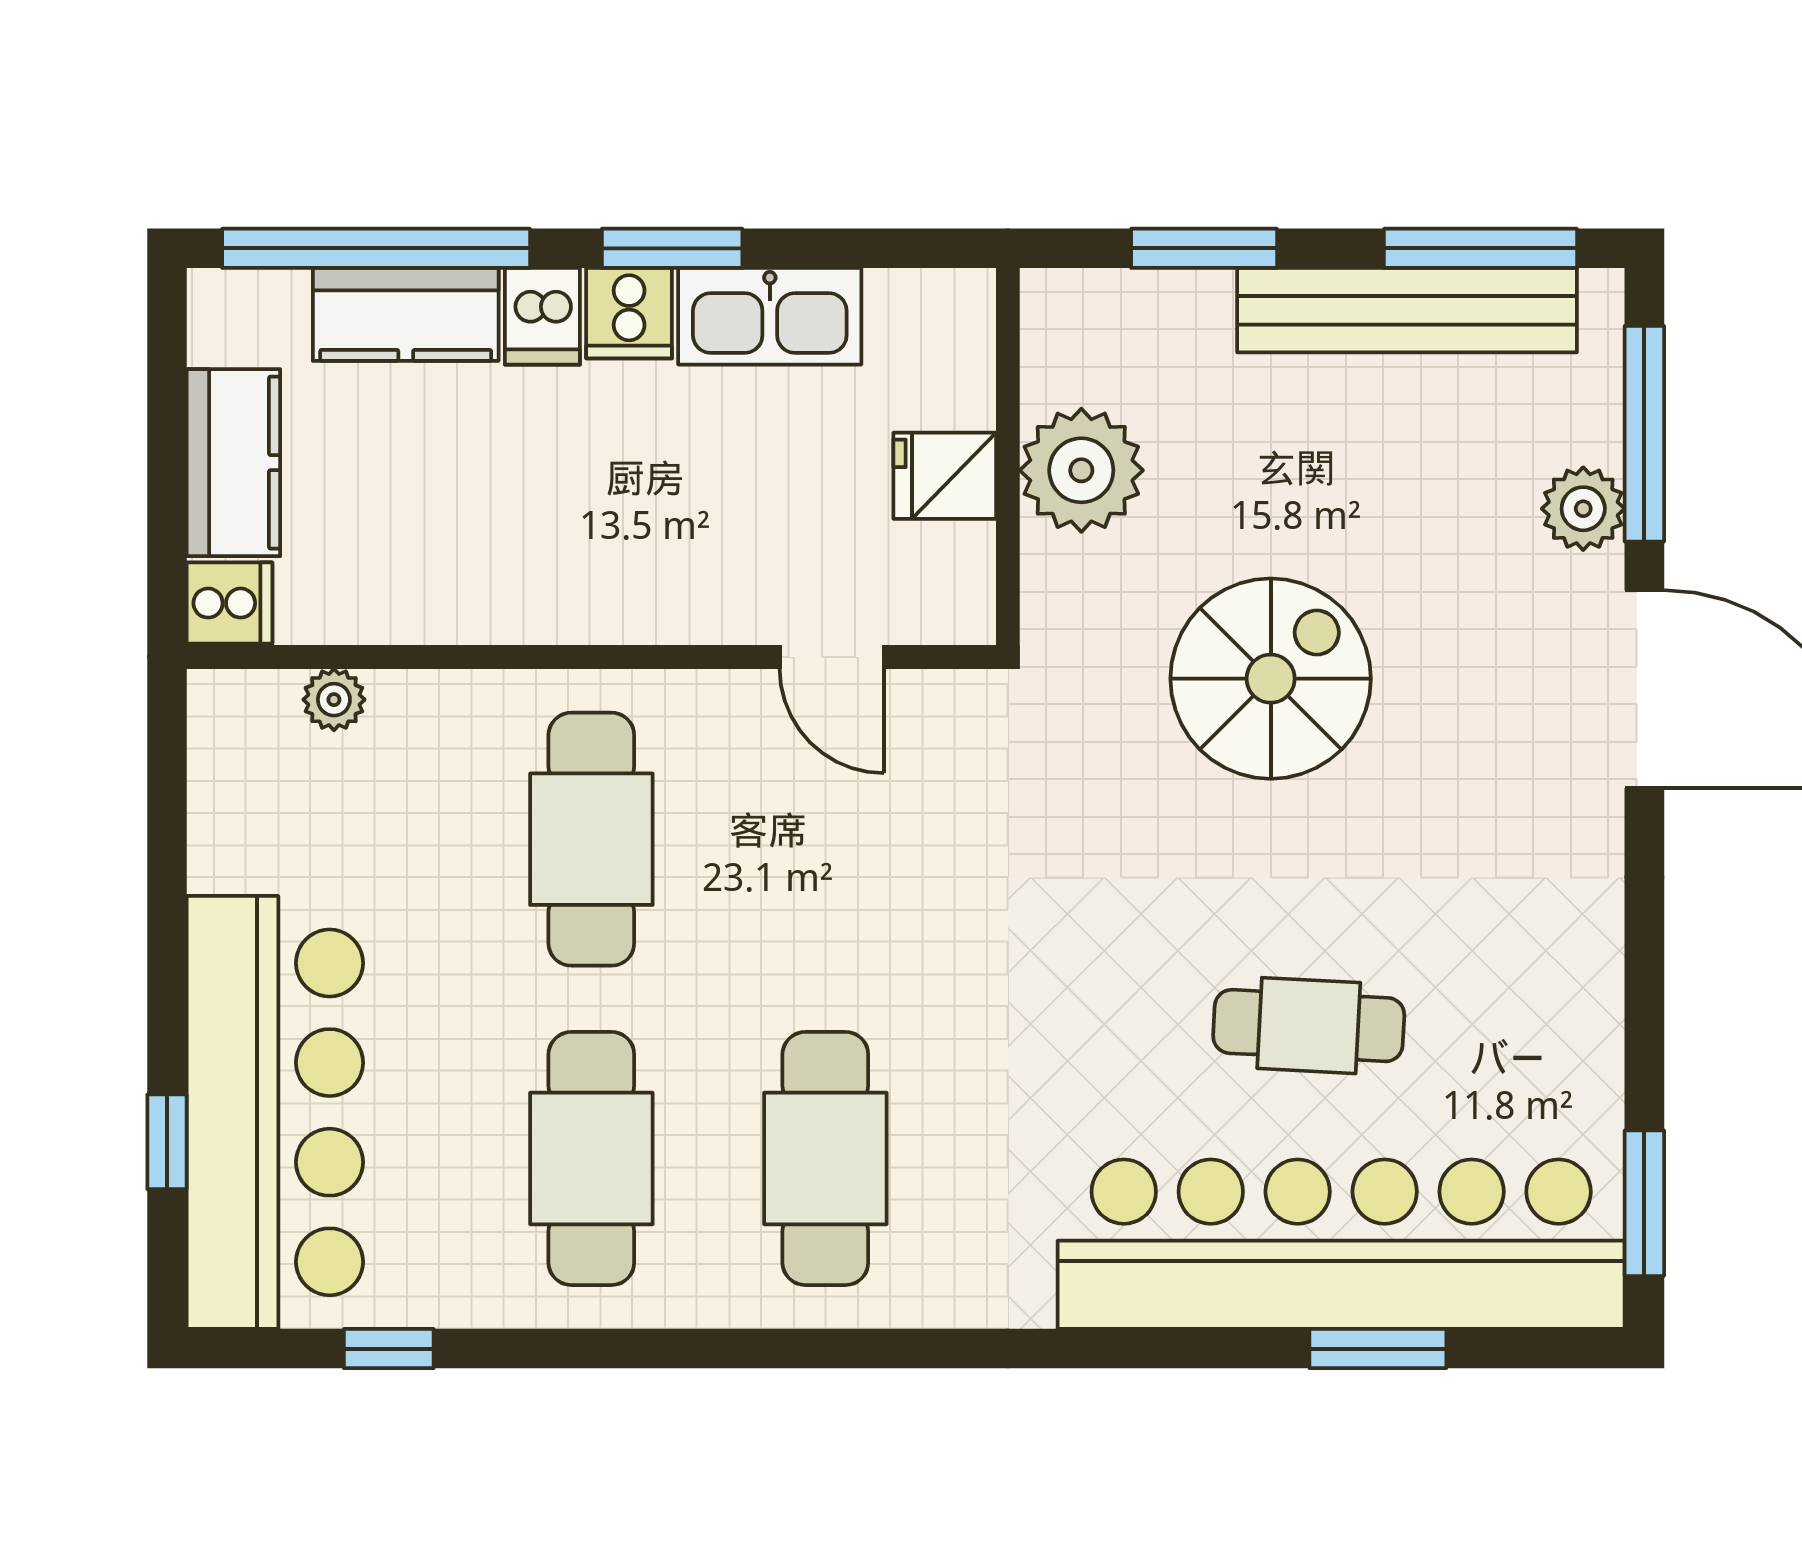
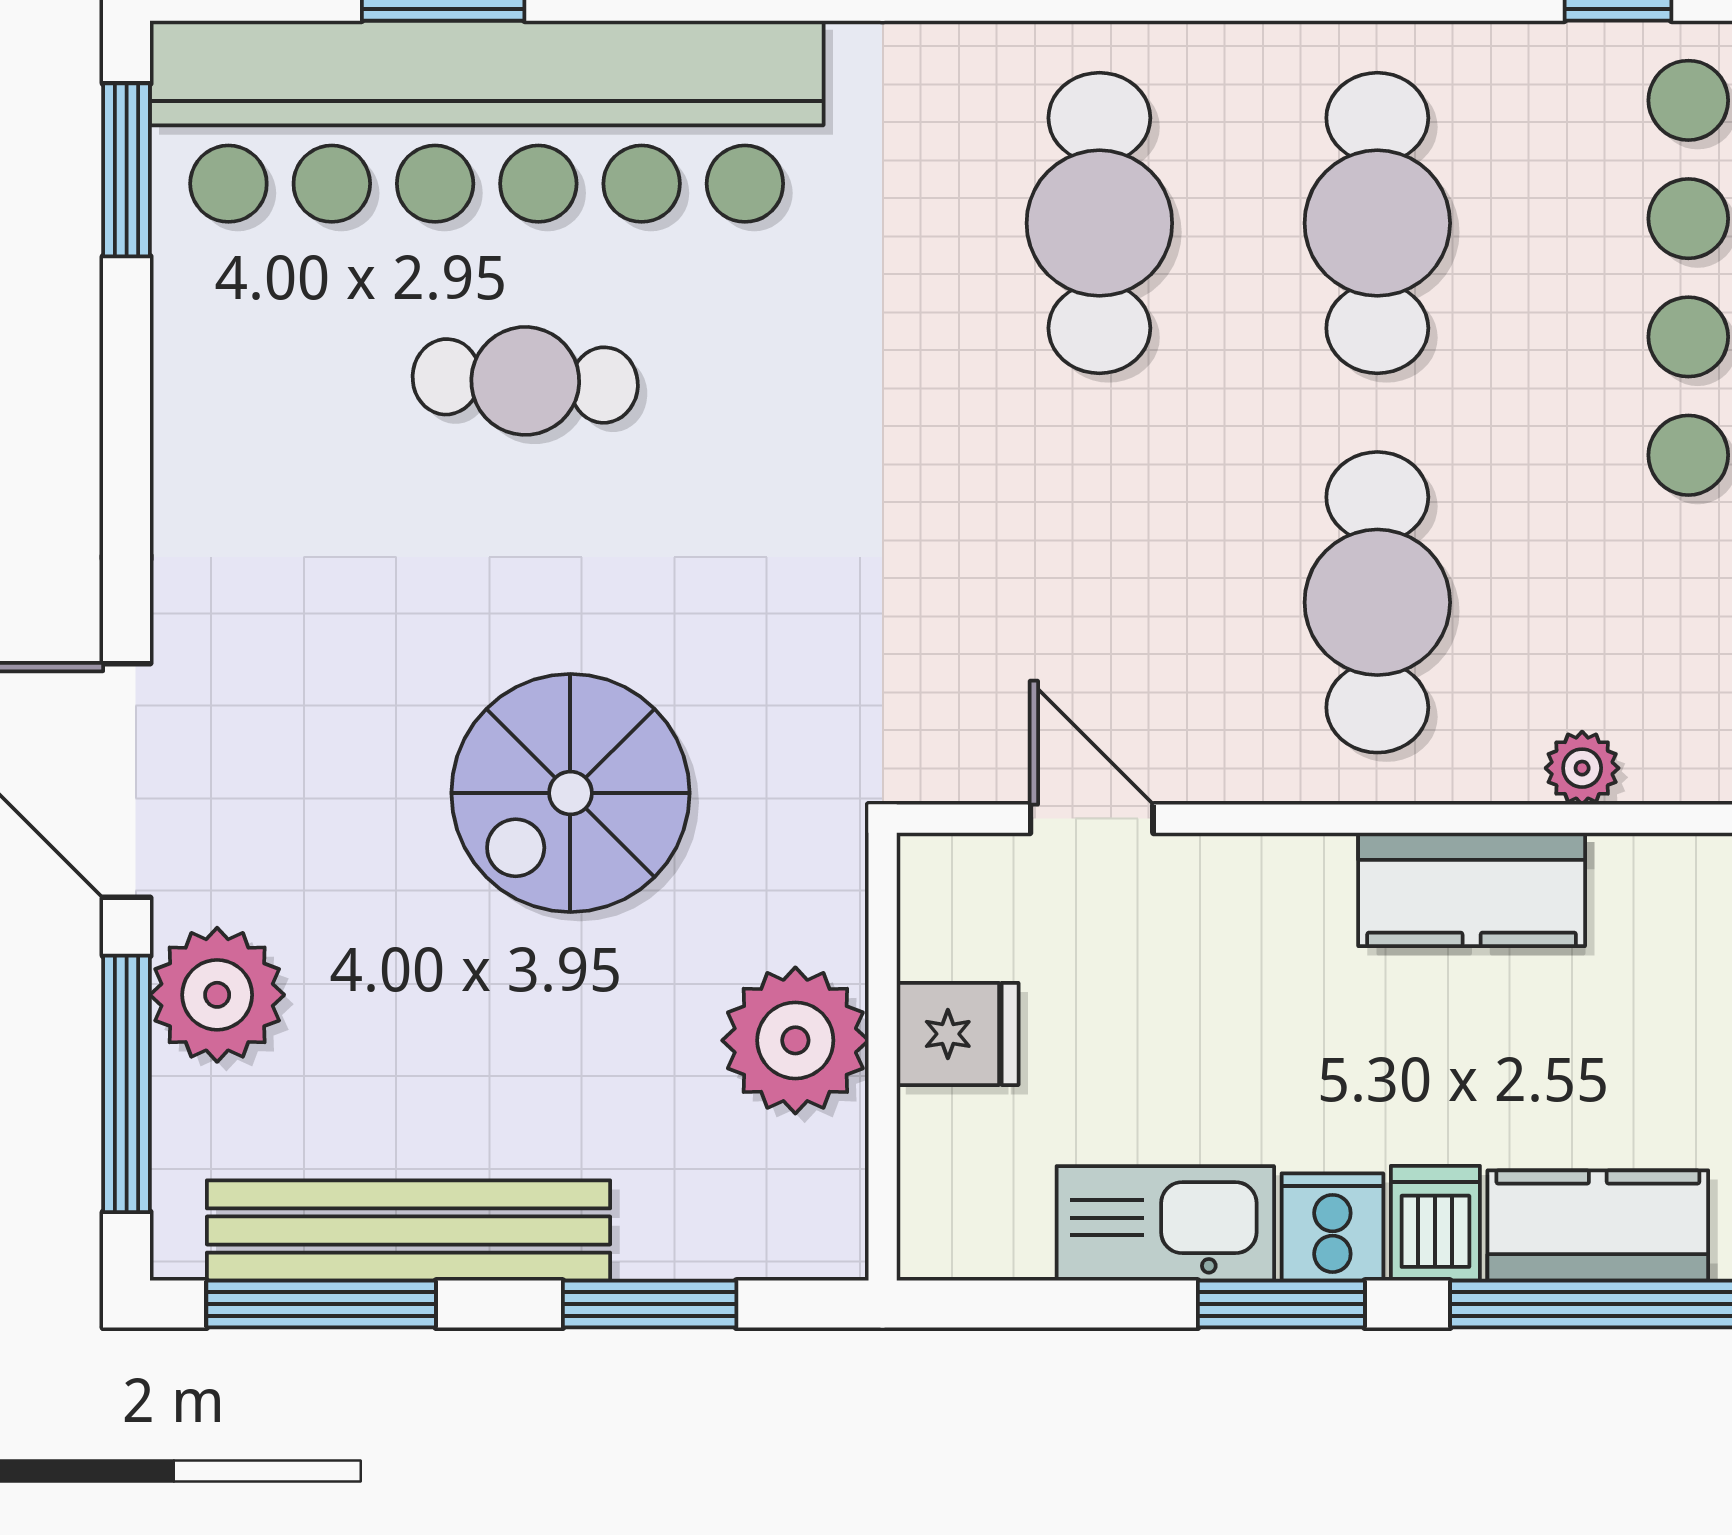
plant: (1583, 509) -> (217, 995), width x1.36, depth x1.36
kitchen counter: (512, 597) -> (1472, 889), added
plant: (334, 700) -> (1582, 768), moved

